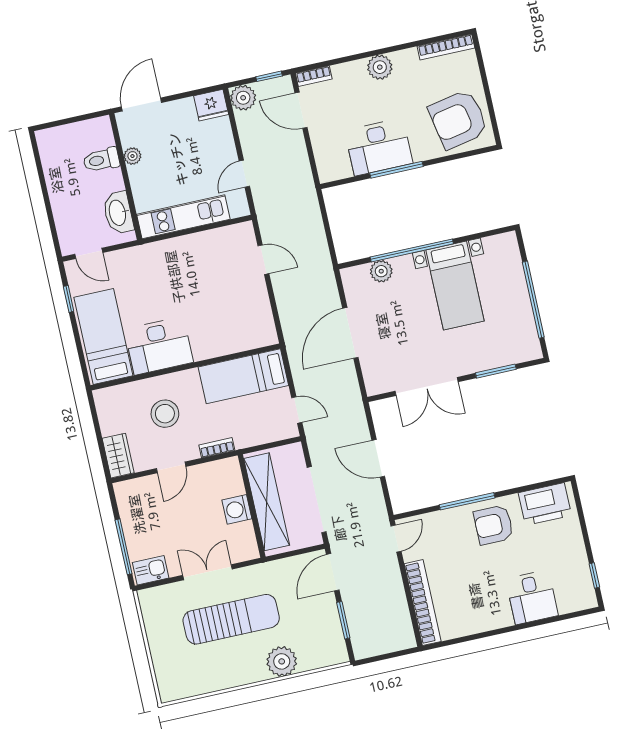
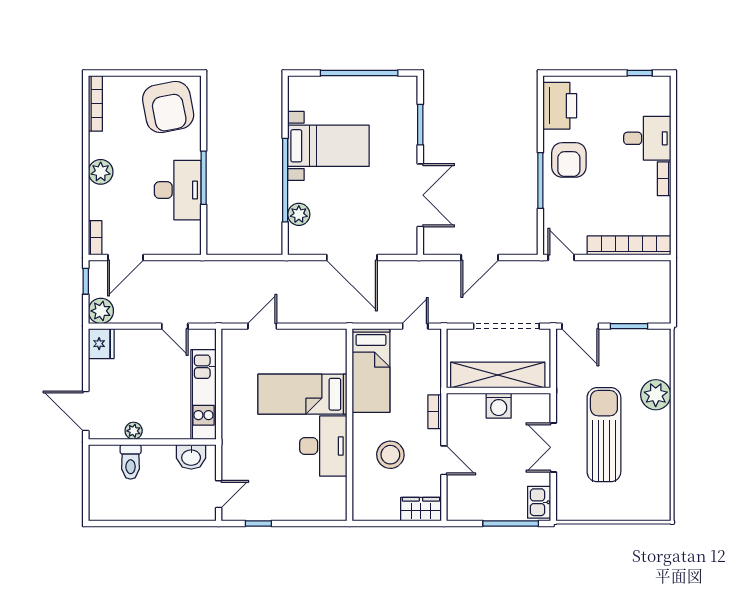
washbasin: (118, 213) -> (191, 457), width x0.72
bed: (103, 337) -> (302, 394), moved
bookcase: (496, 622) -> (664, 179), added

